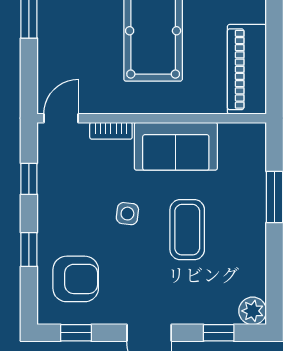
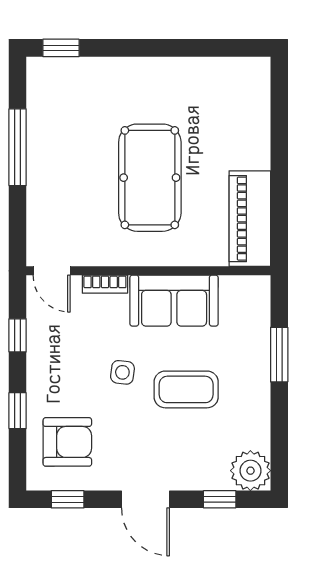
door: (61, 118) -> (52, 271), swing flipped
coffee table: (187, 230) -> (186, 389), turned 90
plant: (253, 311) -> (250, 471), width x1.36, depth x1.36

